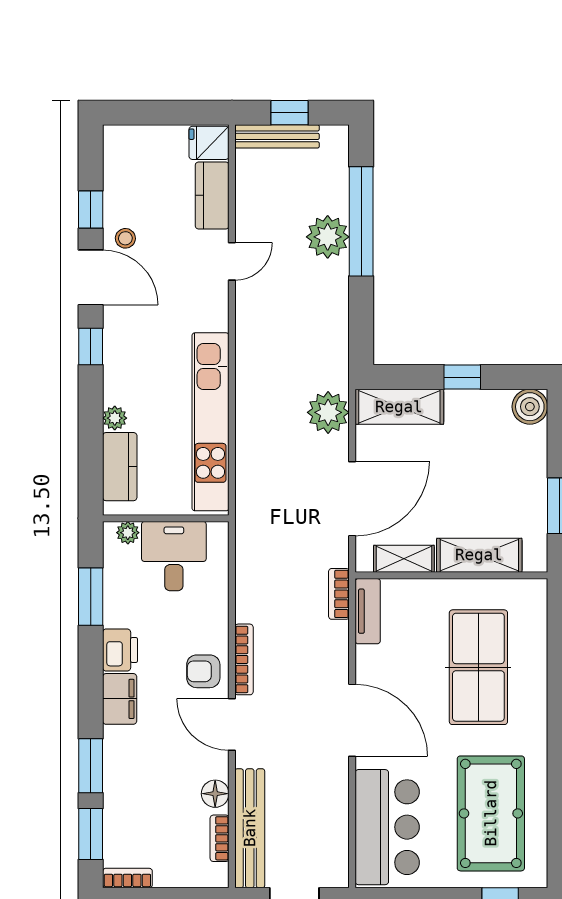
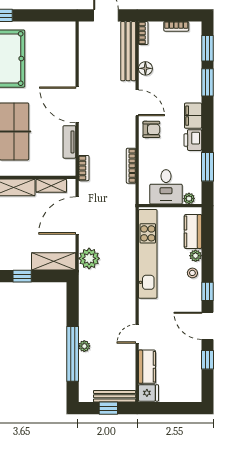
plant: (328, 237) -> (84, 346), width x0.53, depth x0.53
stool: (125, 238) -> (192, 273), moved
tv unit: (368, 611) -> (69, 142), moved
bookcase: (244, 659) -> (131, 166), moved
bar counter: (387, 827) -> (60, 52), removed
bookcase: (220, 838) -> (143, 33), moved
bookcase: (127, 878) -> (176, 26), moved

